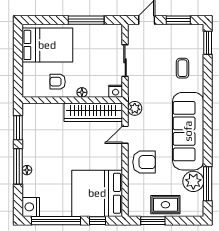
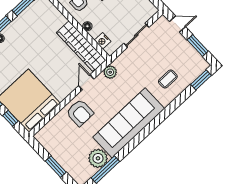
nightstand: (116, 91) -> (103, 41), moved
door: (125, 135) -> (86, 82), hinge flipped
rug: (165, 205) -> (64, 154), removed
window: (153, 221) -> (56, 167), moved

